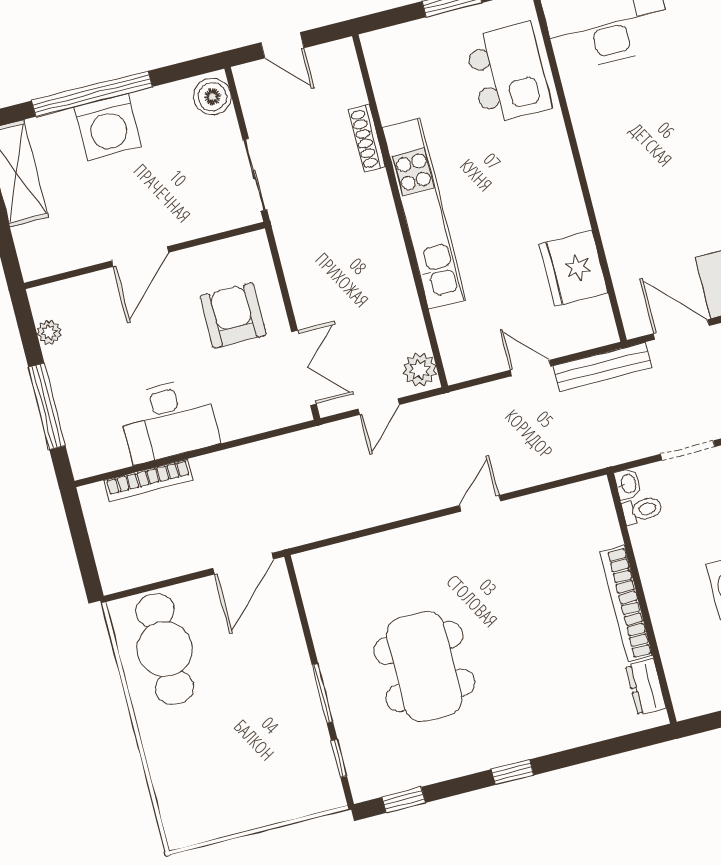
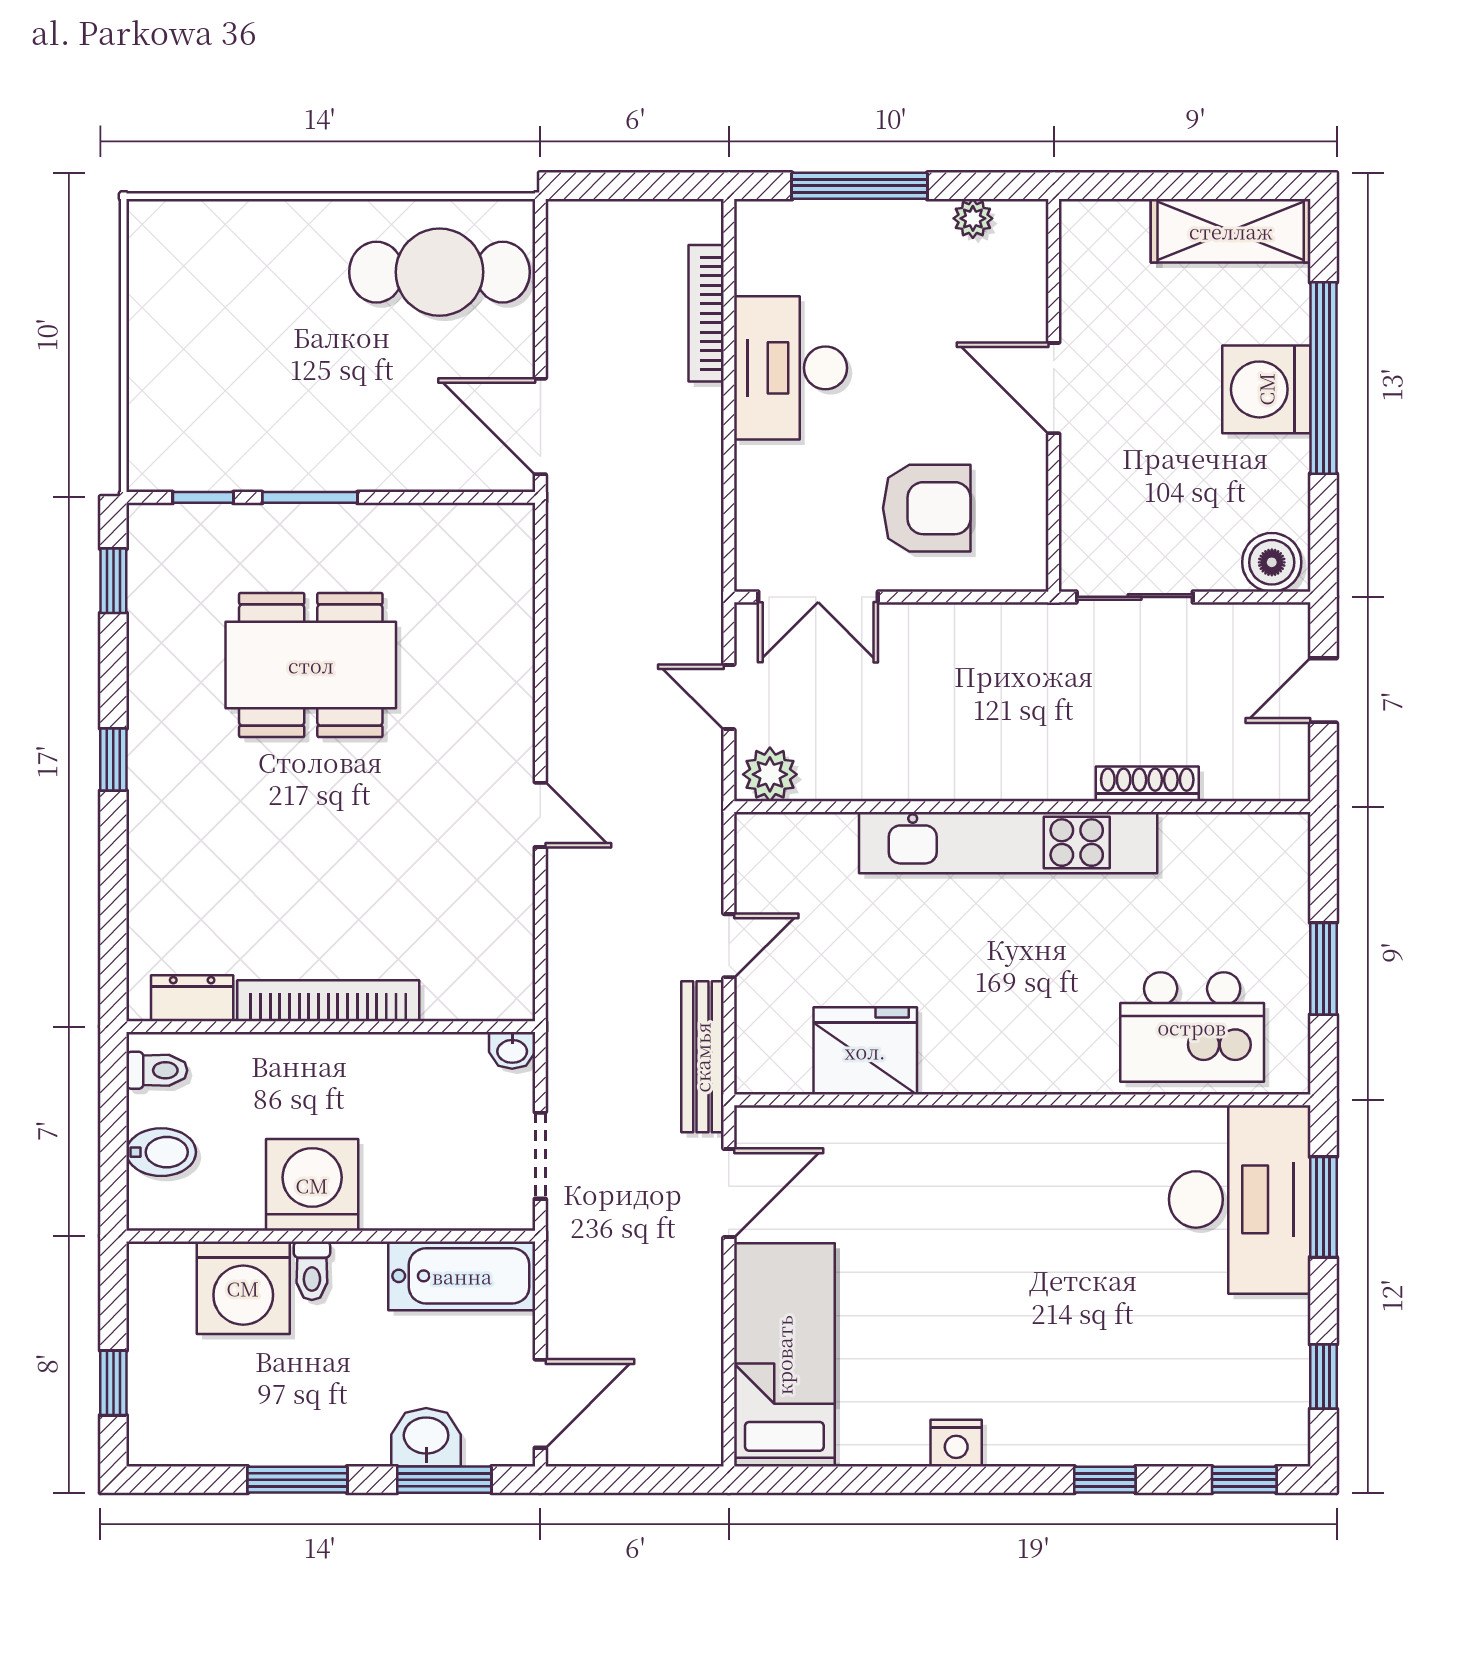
toilet: (642, 510) -> (157, 1070), moved, turned -90

